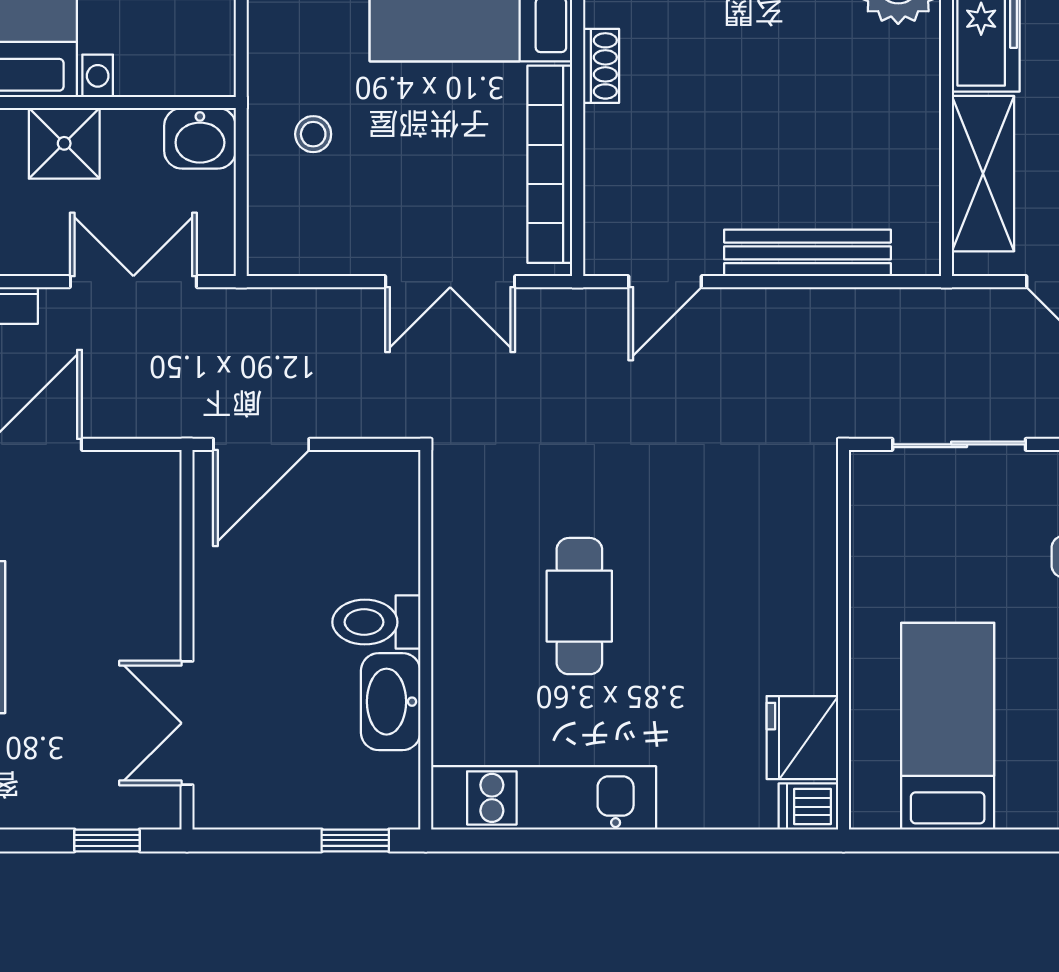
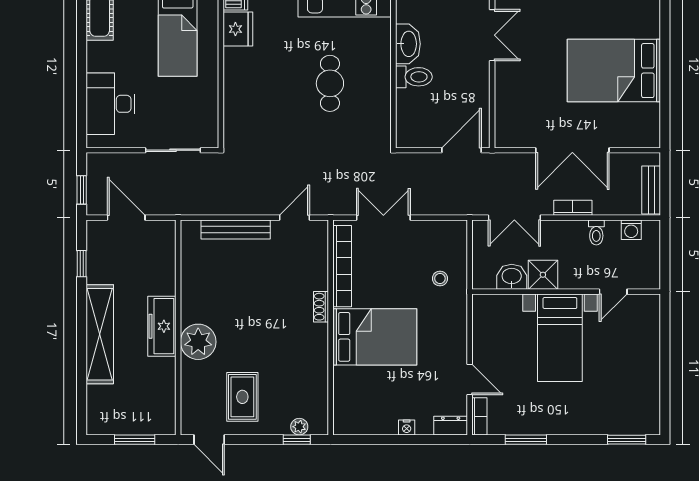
washbasin: (200, 138) -> (512, 277), moved
shelving: (983, 174) -> (163, 262), removed

